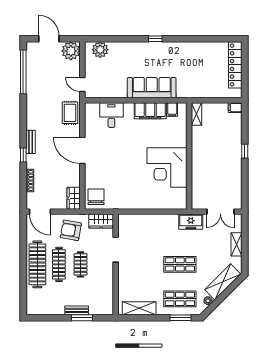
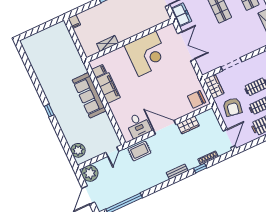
locker: (235, 65) -> (40, 37), removed
shelving: (197, 114) -> (107, 43), moved
desk: (111, 115) -> (138, 125), moved, turned -90
door: (82, 150) -> (165, 127), swing flipped
window: (23, 155) -> (200, 168), moved
wardrobe: (74, 198) -> (188, 125), moved
double door: (156, 212) -> (186, 46), added

